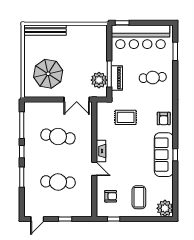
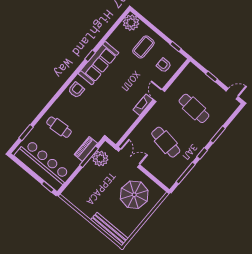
rug: (126, 117) -> (104, 114), removed

